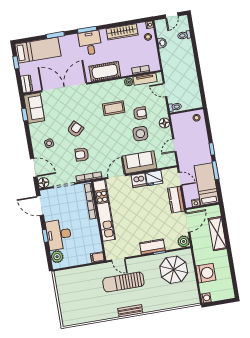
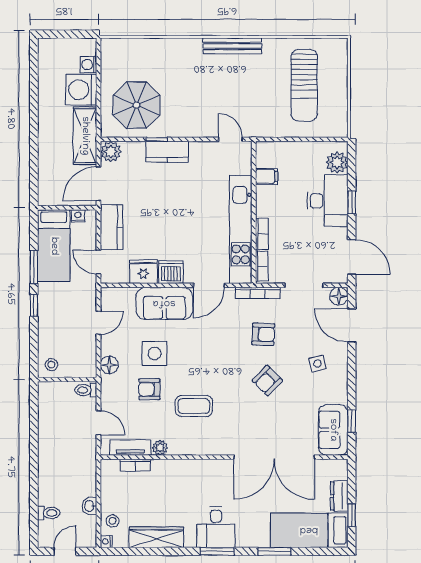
cot: (105, 71) -> (198, 473), removed
dresser: (27, 84) -> (339, 496), moved
shelving: (217, 234) -> (85, 136), moved
filing cabinet: (97, 257) -> (267, 176), moved
sun lounger: (123, 282) -> (304, 85), moved, turned 90
washing machine: (206, 298) -> (88, 65), moved
bench: (130, 311) -> (233, 46), width x1.36

